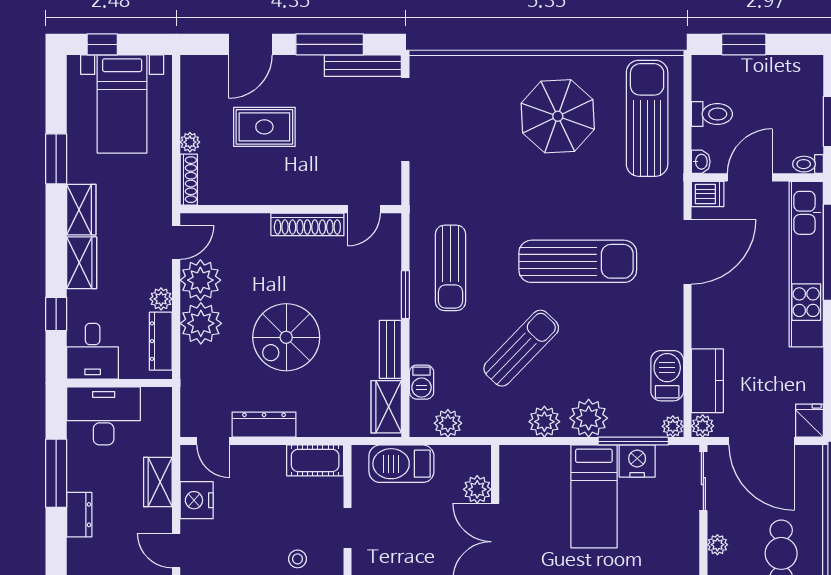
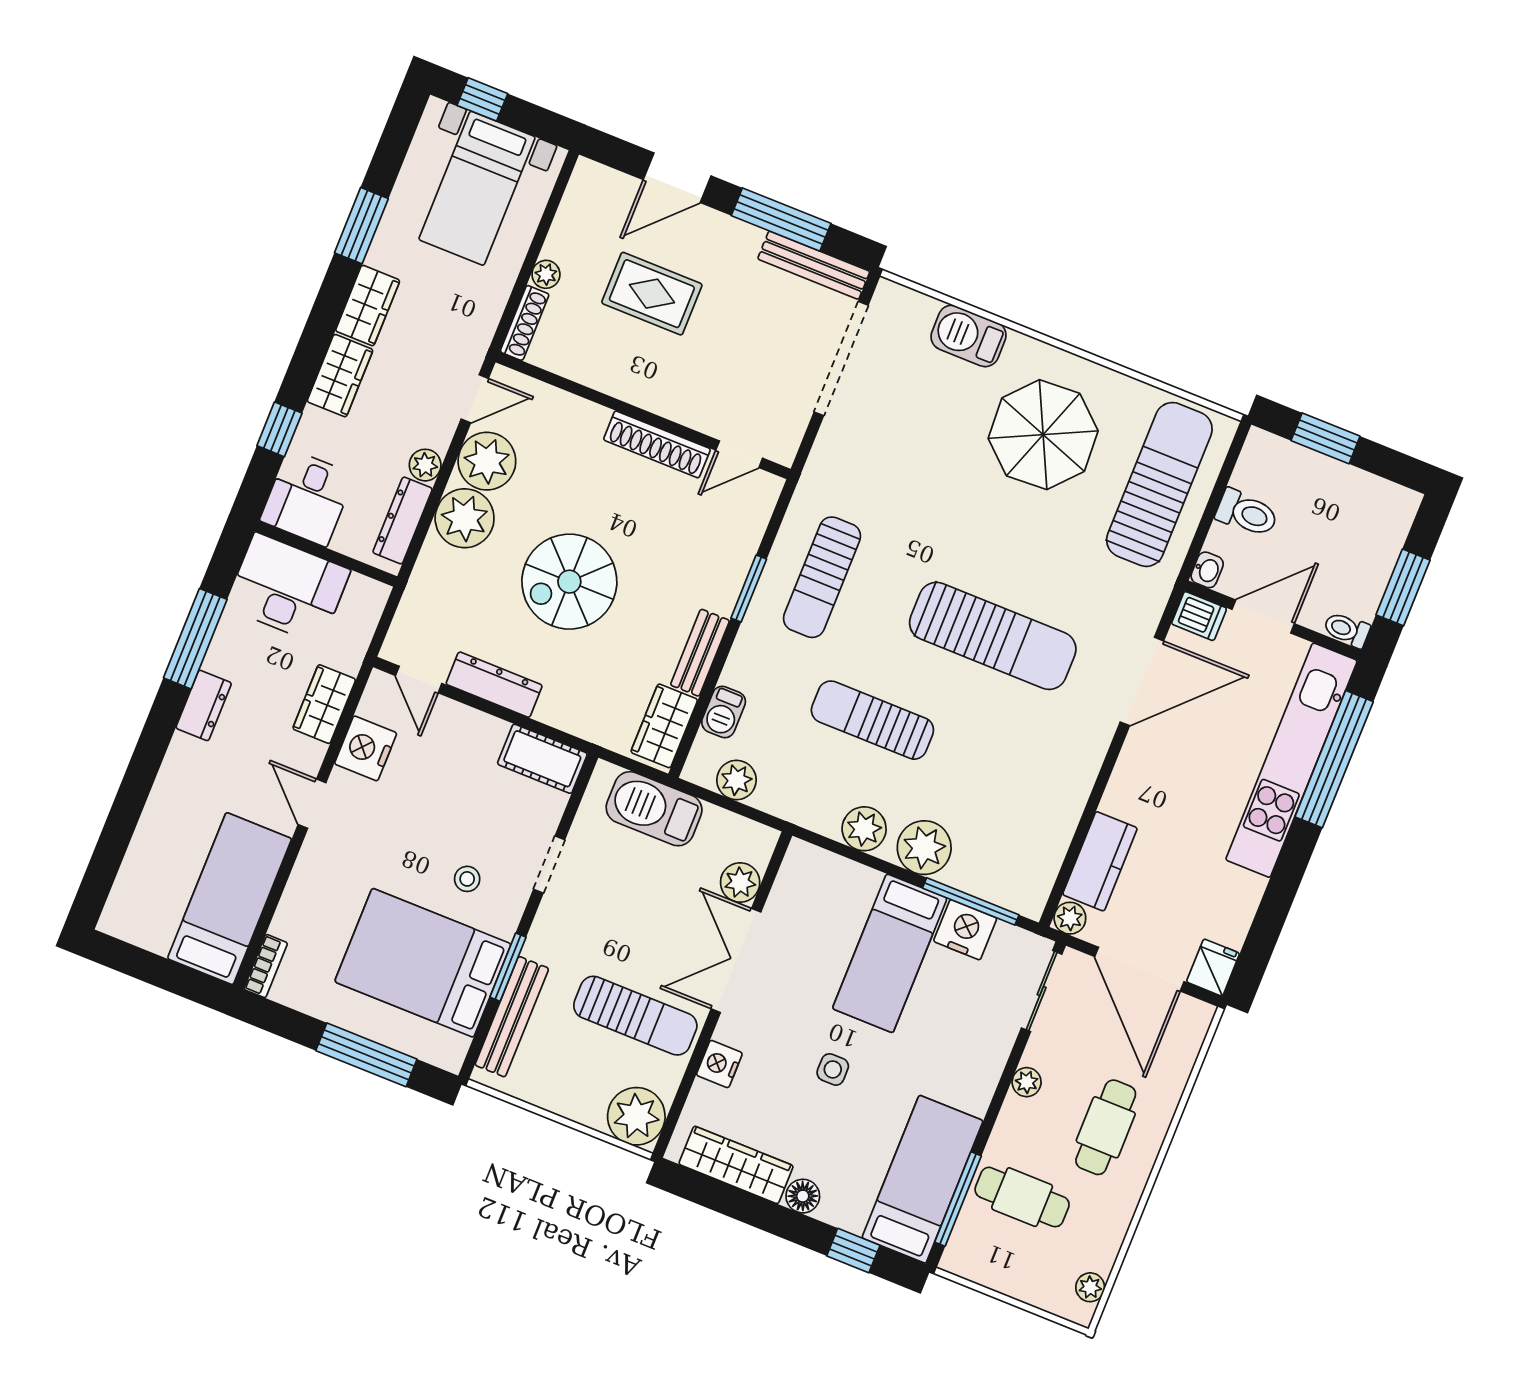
sun lounger: (521, 348) -> (872, 720), turned -134
barbecue: (667, 376) -> (968, 336), moved, turned -90
plant: (673, 426) -> (1030, 903), removed

